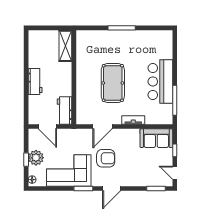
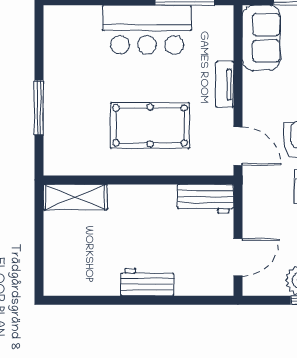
shelving: (65, 46) -> (75, 197), moved
wall: (74, 77) -> (138, 180), moved
workbench: (64, 111) -> (206, 199), moved

